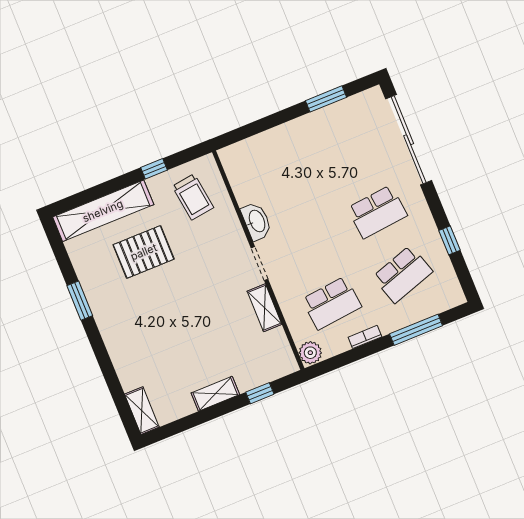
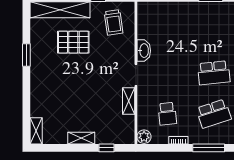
school desk: (332, 303) -> (167, 114), width x0.54

